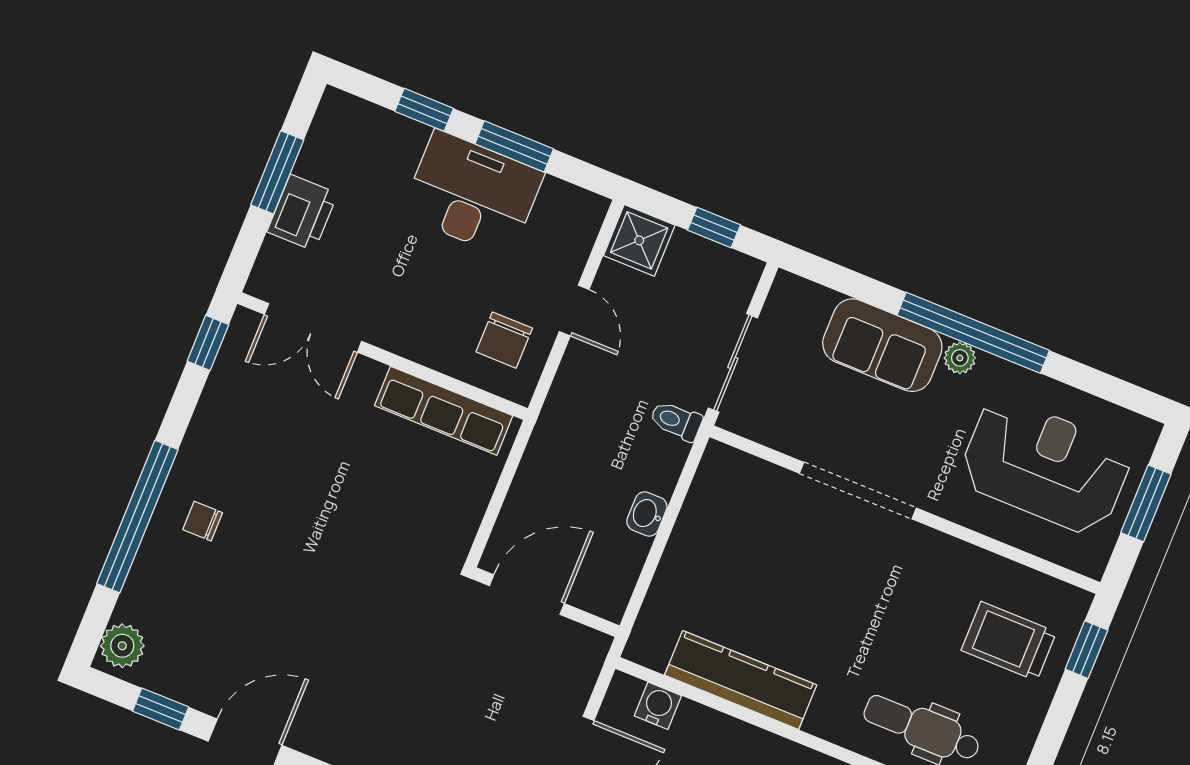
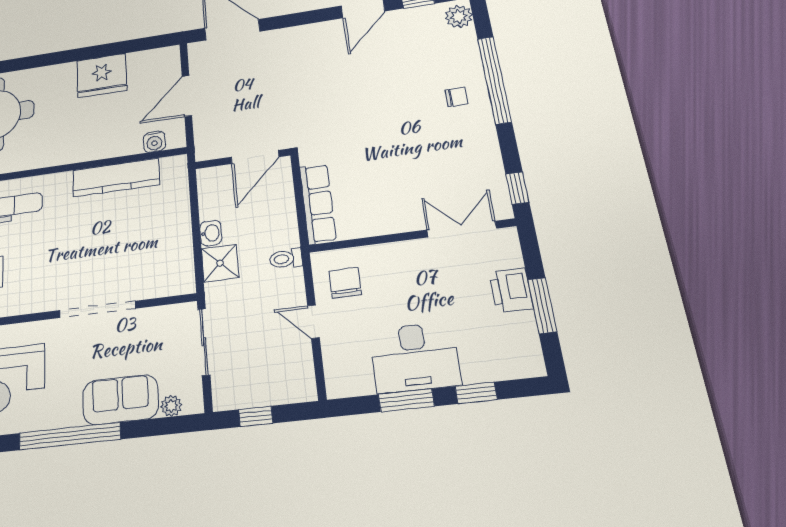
shower: (639, 240) -> (220, 263), moved
plant: (960, 358) -> (171, 406), moved
row of seats: (444, 411) -> (318, 203), moved, turned 90
toilet: (676, 421) -> (286, 259), moved, turned 180

